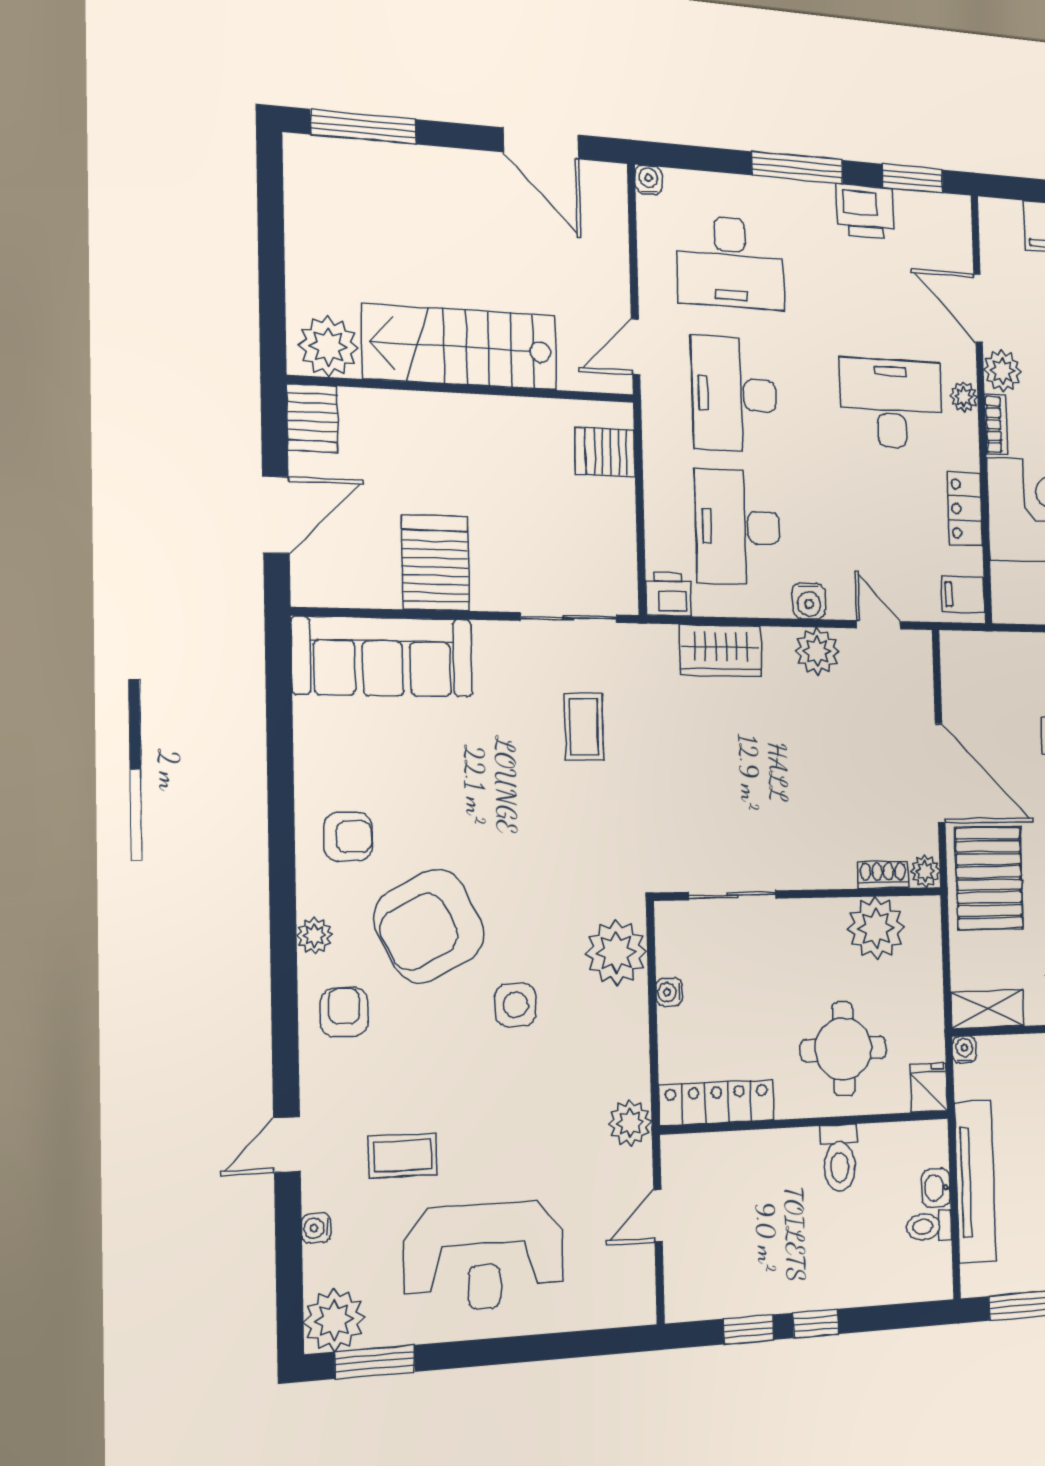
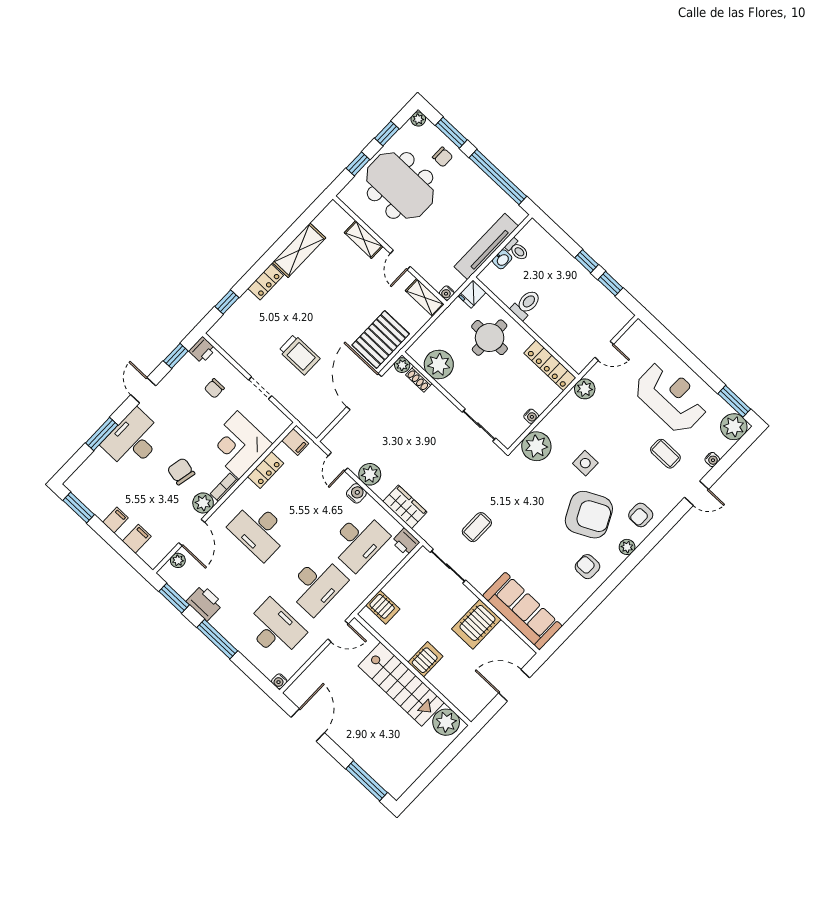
plant: (964, 397) -> (178, 560), moved
server rack: (312, 418) -> (425, 659), moved

